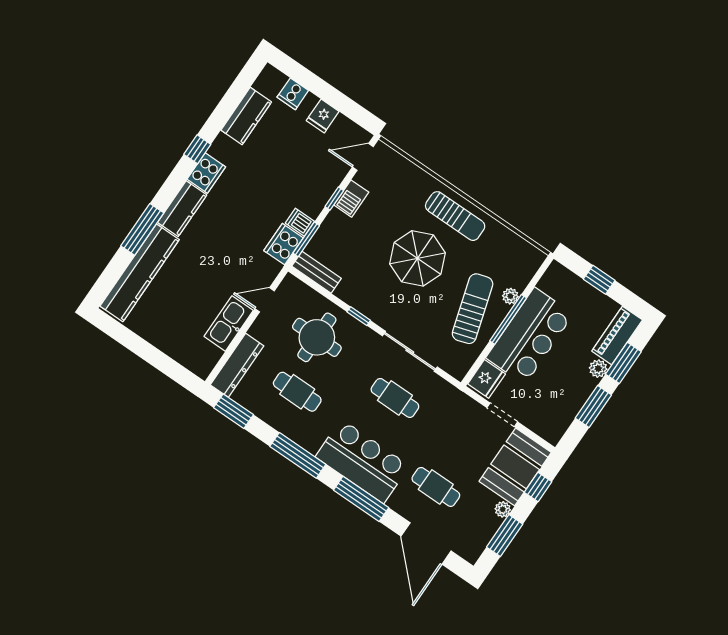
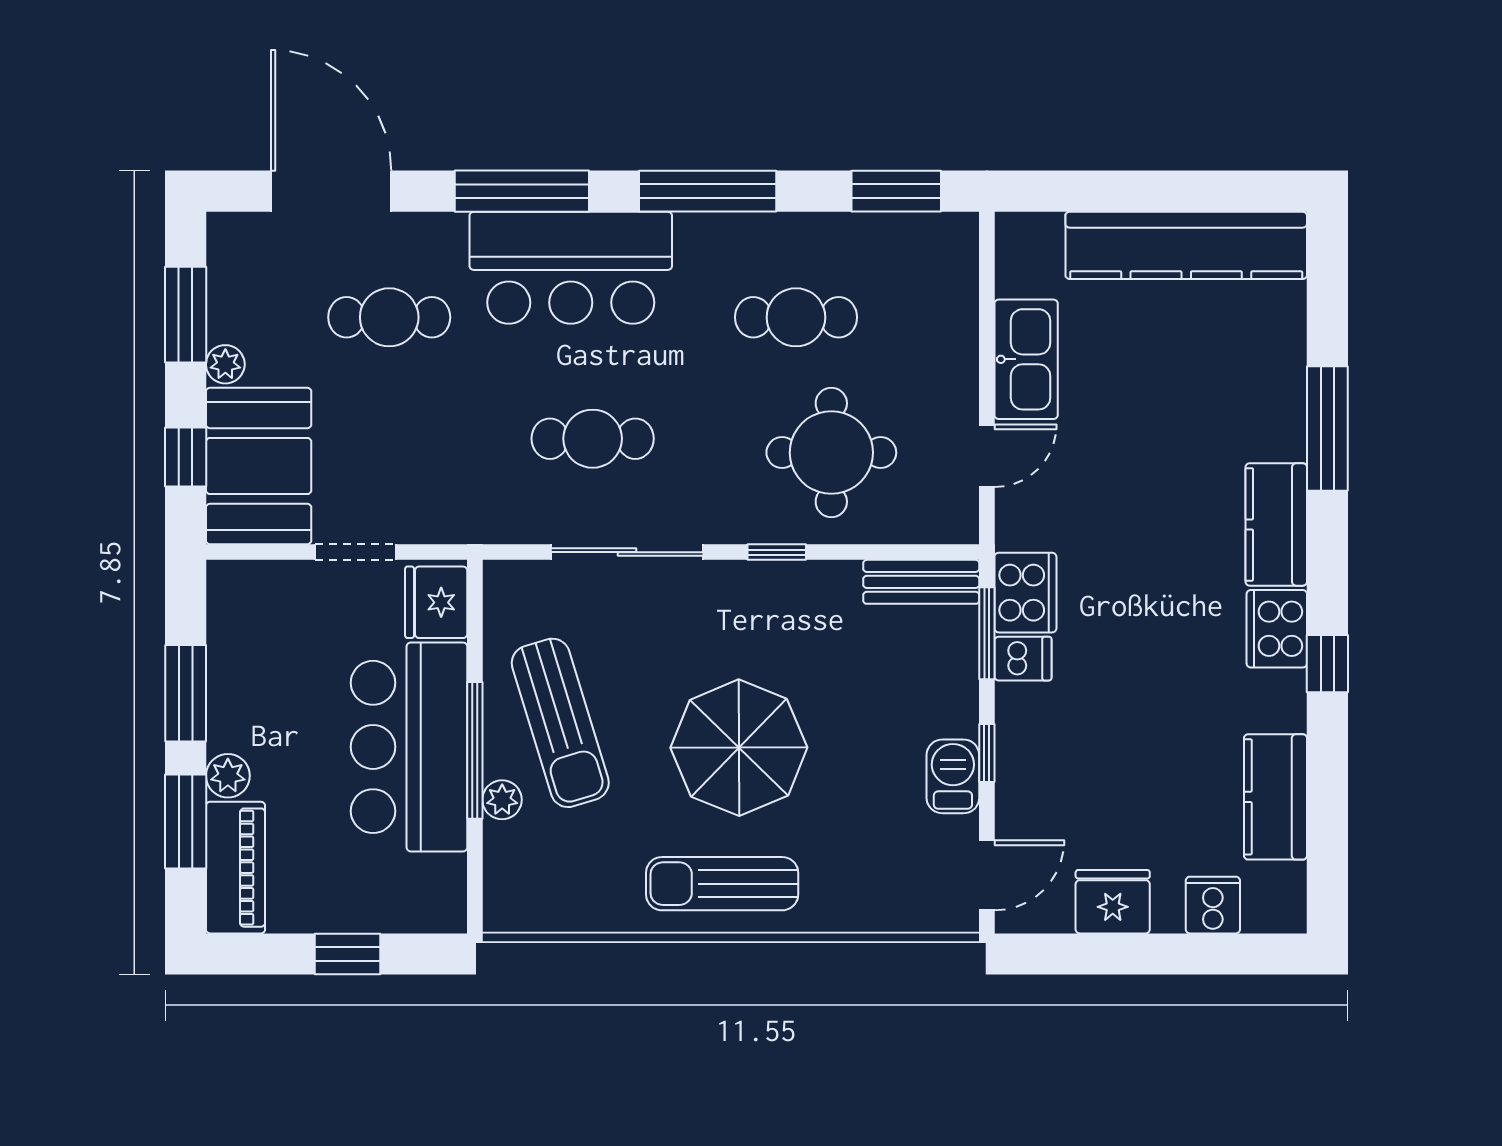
fridge: (323, 116) -> (1113, 902), width x1.38
kitchen counter: (140, 273) -> (1186, 245), moved, turned -90
dresser: (237, 365) -> (952, 287), removed

